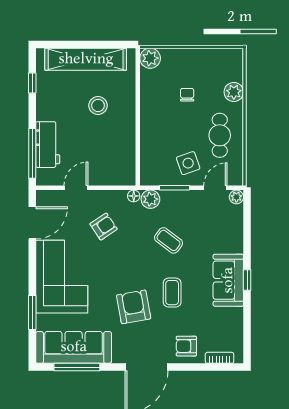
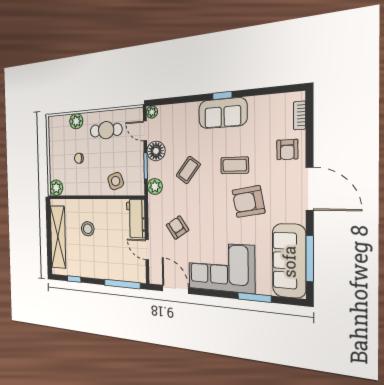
workbench: (48, 145) -> (136, 218), moved, turned -90
side table: (188, 163) -> (116, 181), moved
floor lamp: (134, 196) -> (156, 151), moved, width x1.89, depth x1.89

